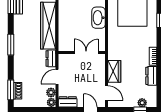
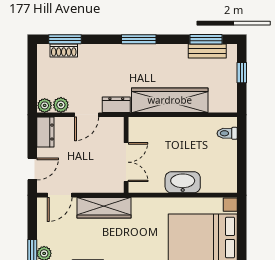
wardrobe: (114, 71) -> (104, 208), width x1.50
door: (57, 77) -> (87, 115), swing flipped

